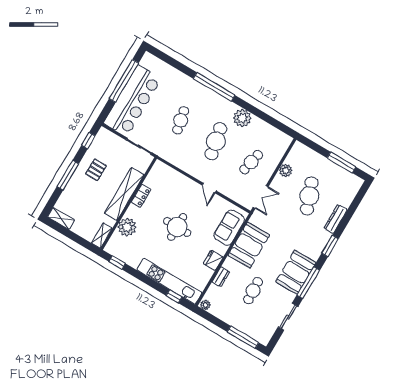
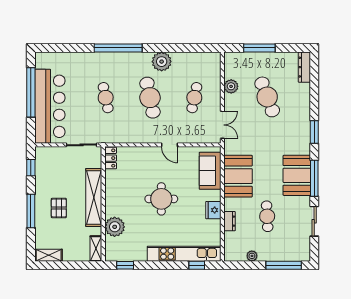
window: (341, 162) -> (259, 48), moved
pallet: (96, 170) -> (59, 208), moved
locker: (141, 196) -> (111, 158), moved
dresser: (336, 219) -> (304, 67), moved
plant: (205, 305) -> (252, 256), moved

